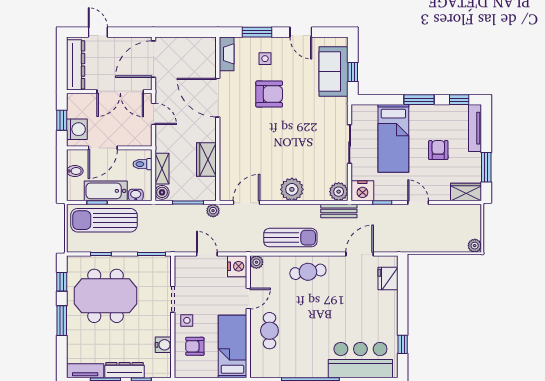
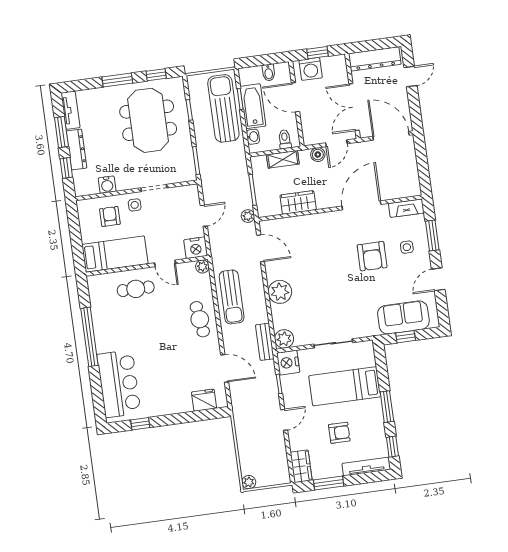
boiler: (162, 192) -> (318, 155), moved

